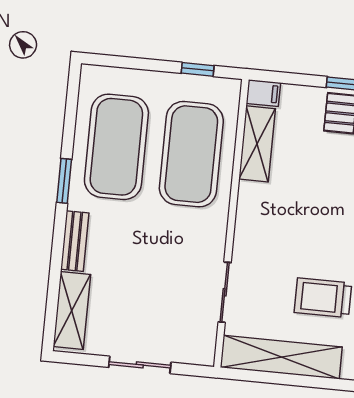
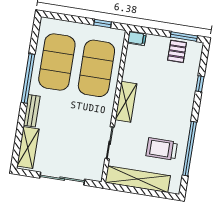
shelving: (257, 144) -> (126, 102), moved
window: (64, 181) -> (28, 78), width x2.11
sliding door: (140, 365) -> (62, 179), width x1.37

